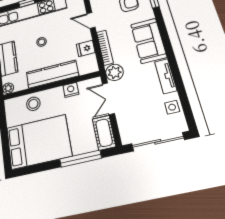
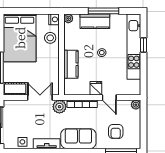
door: (91, 20) -> (109, 98), swing flipped
fridge: (86, 48) -> (96, 88), moved
kitchen counter: (52, 74) -> (71, 64), width x0.67
nightstand: (71, 90) -> (54, 19), moved

